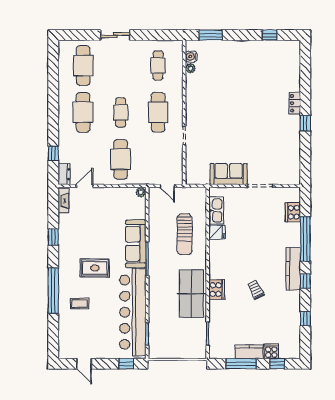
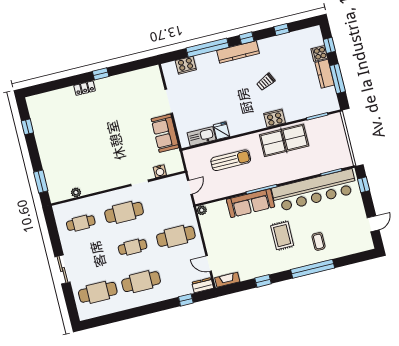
water cooler: (191, 56) -> (160, 171), moved

